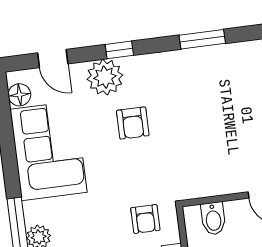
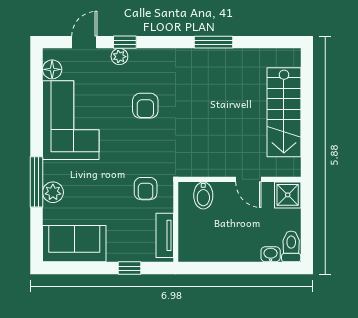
window: (119, 50) -> (125, 42), moved
door: (53, 58) -> (84, 42), swing flipped
plant: (105, 77) -> (119, 57), width x0.53, depth x0.53

